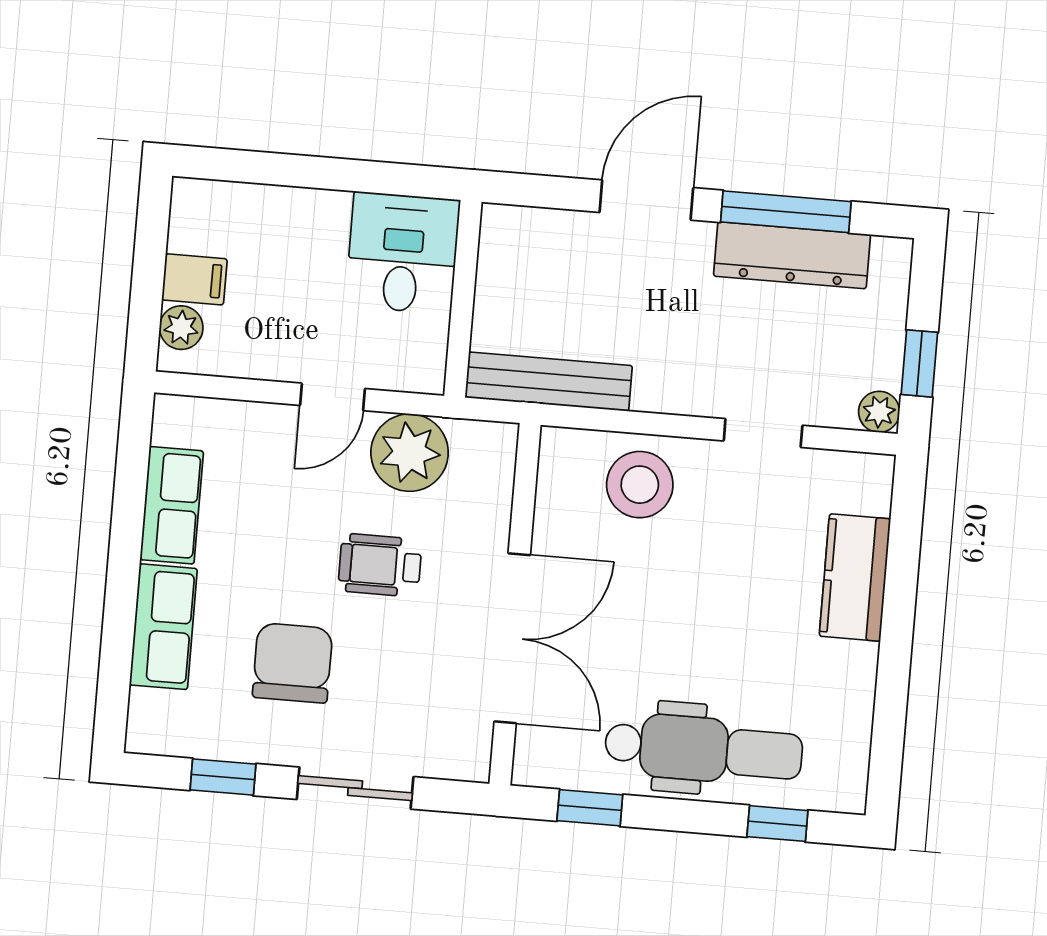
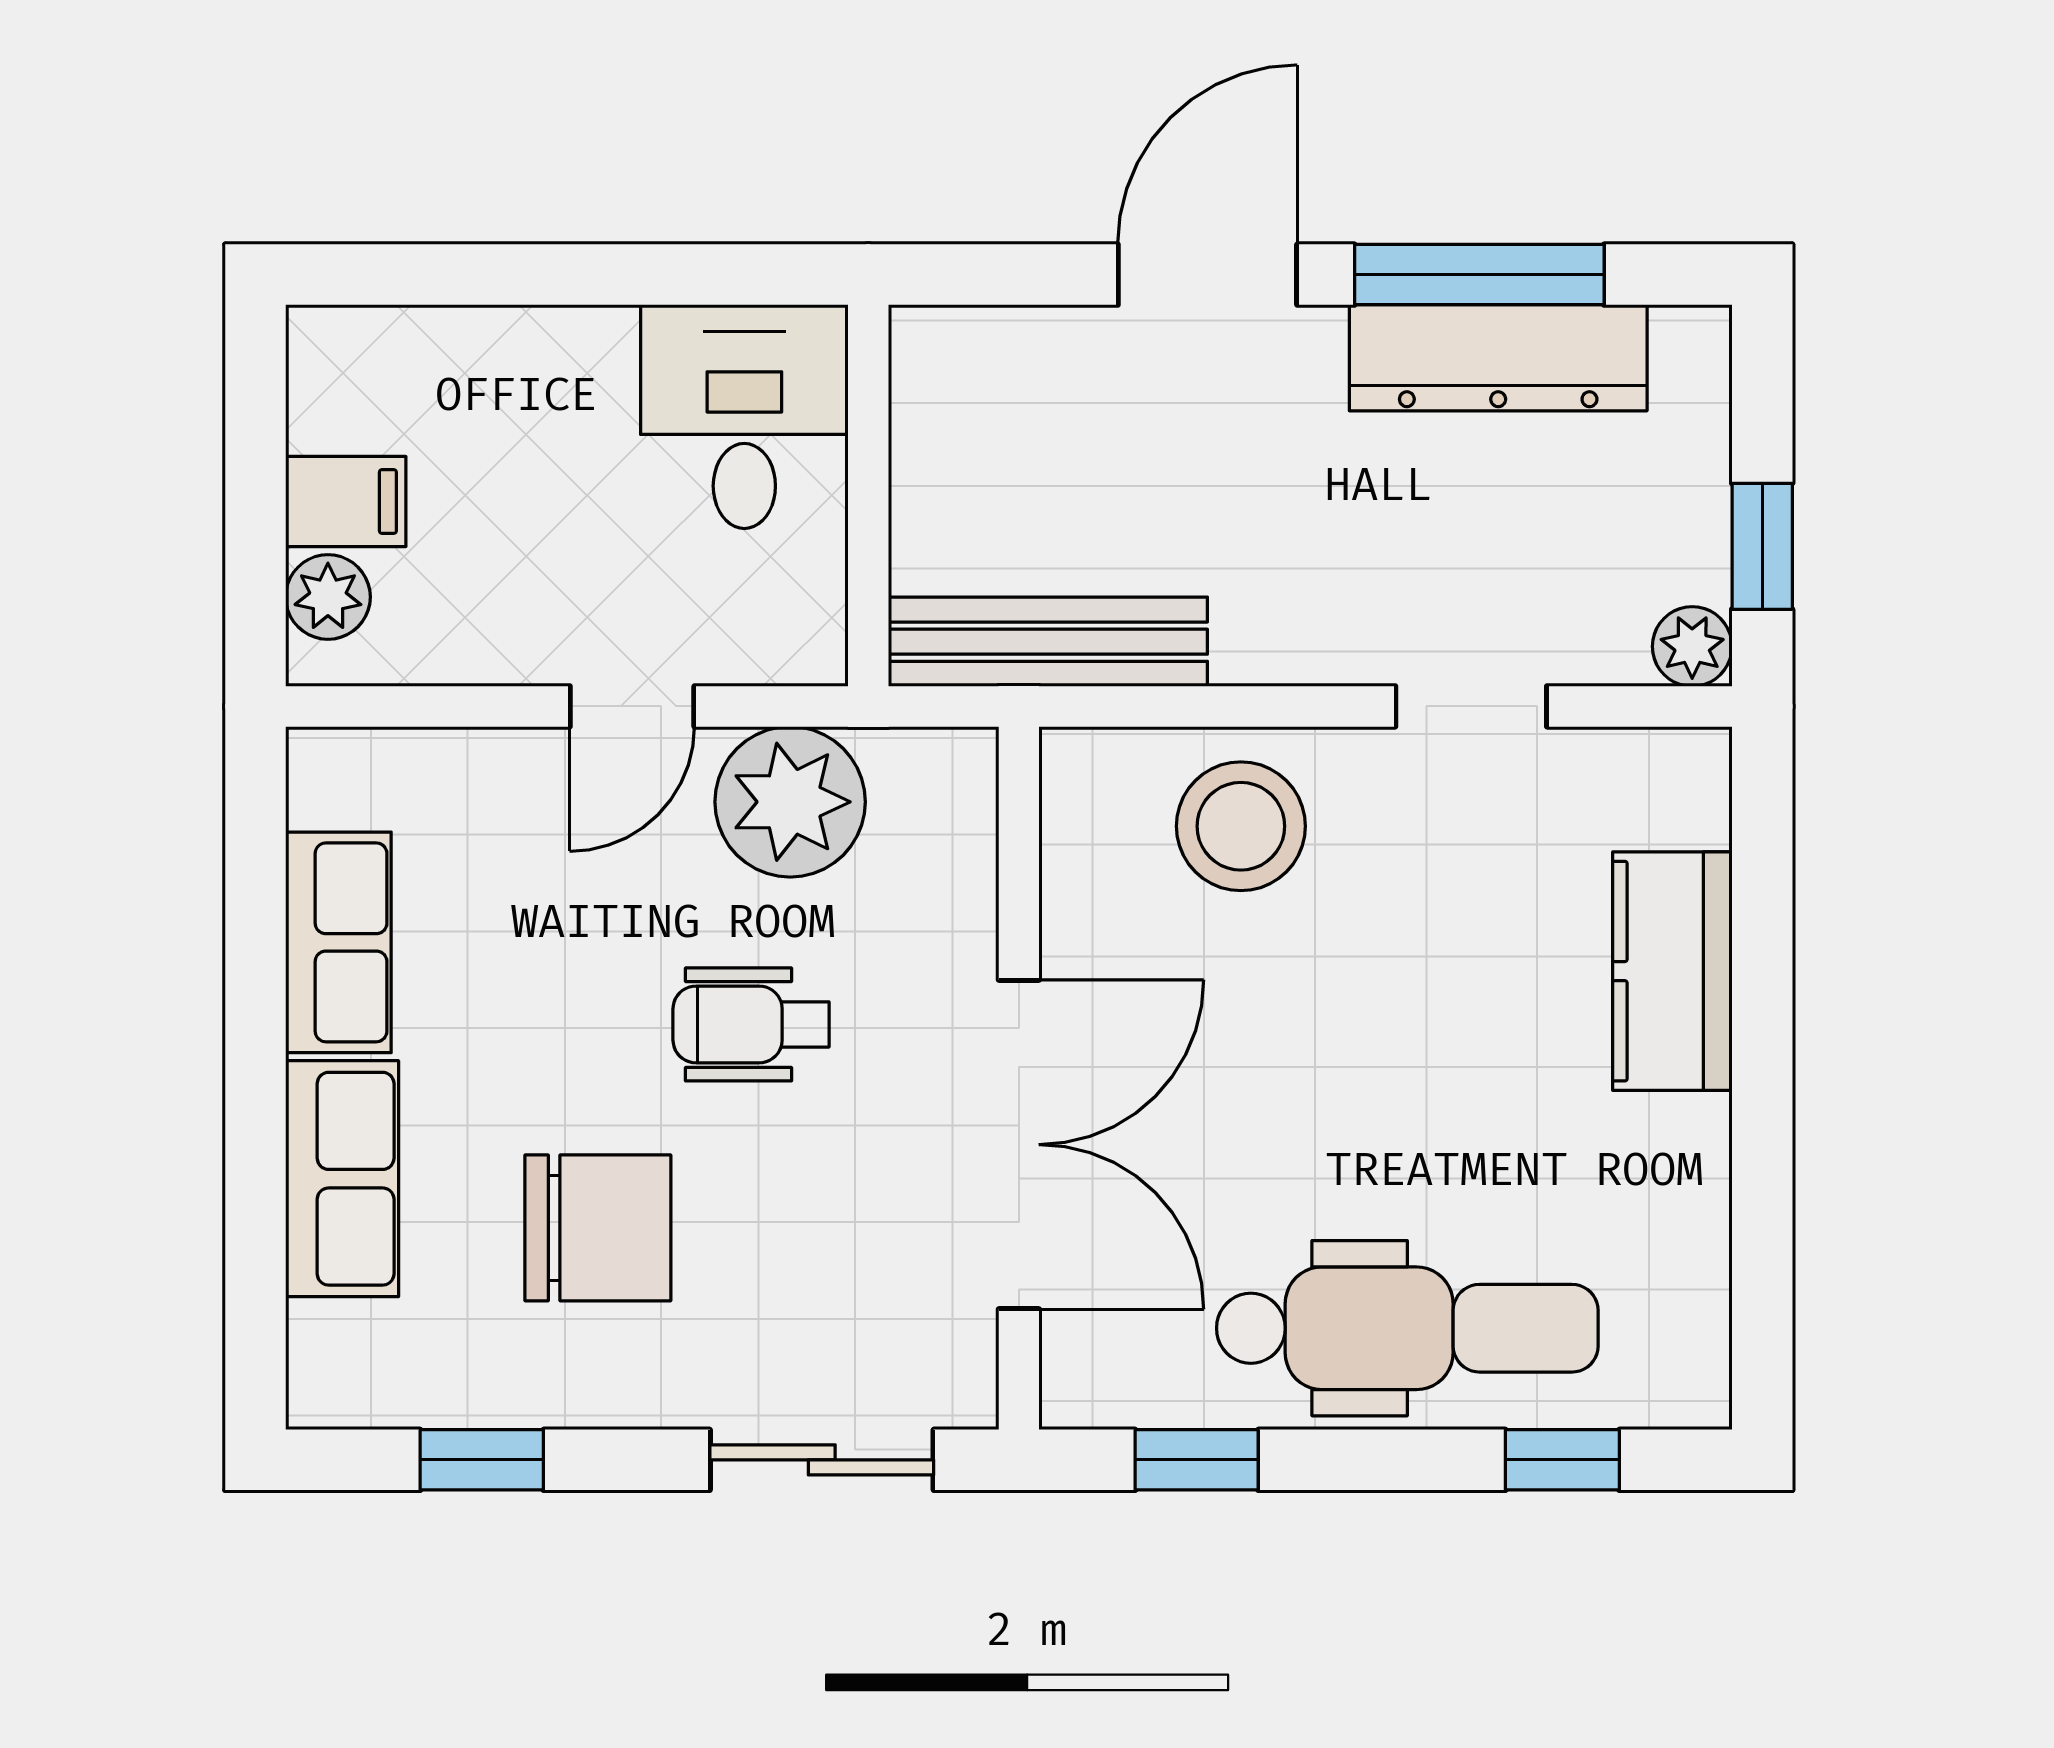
chair: (293, 663) -> (598, 1228), turned 90
sliding door: (355, 788) -> (822, 1460), moved

